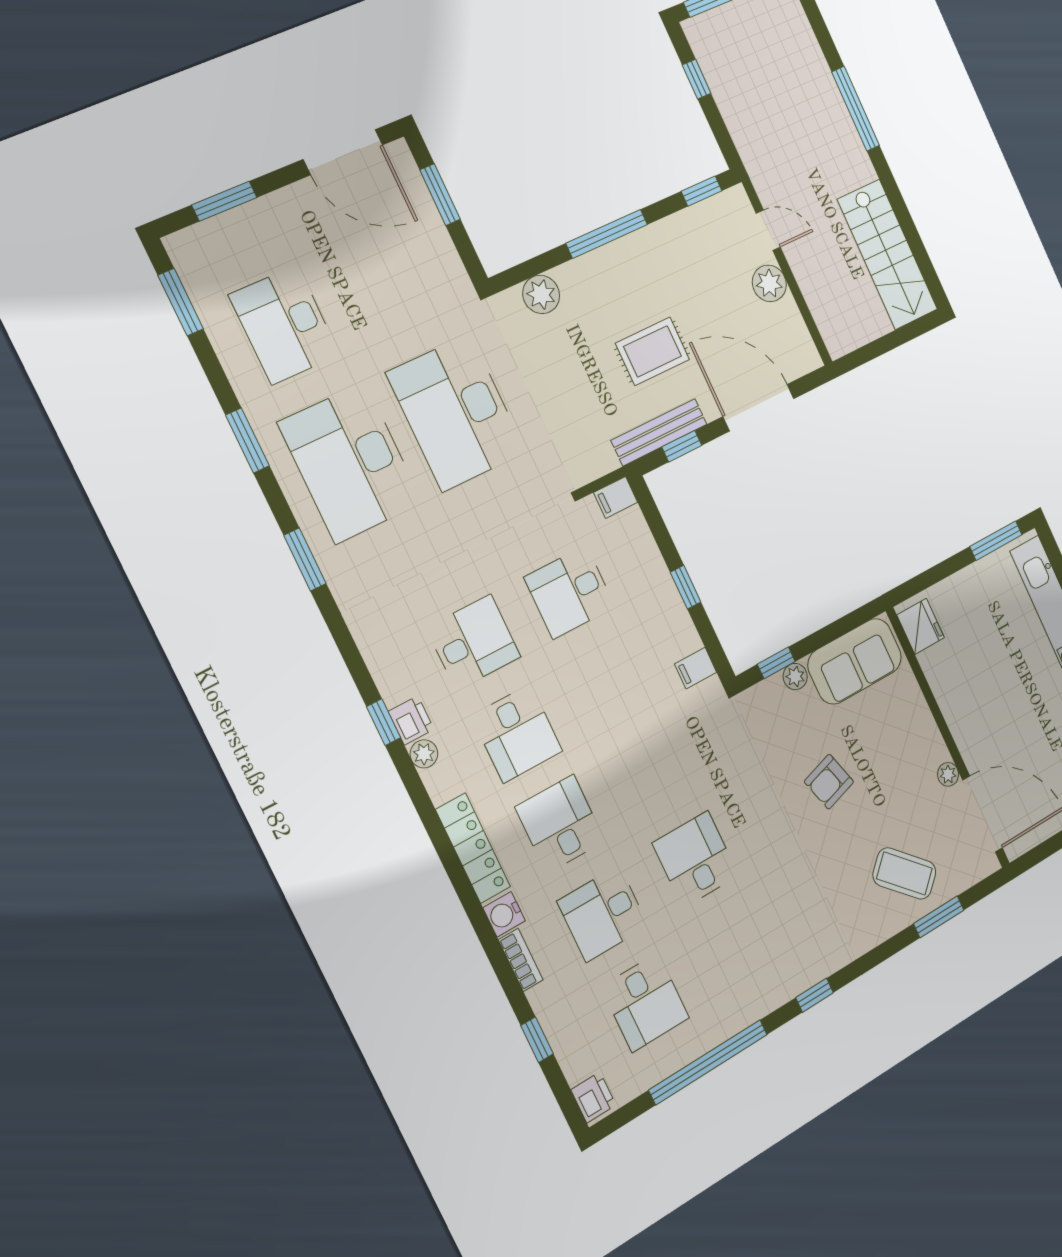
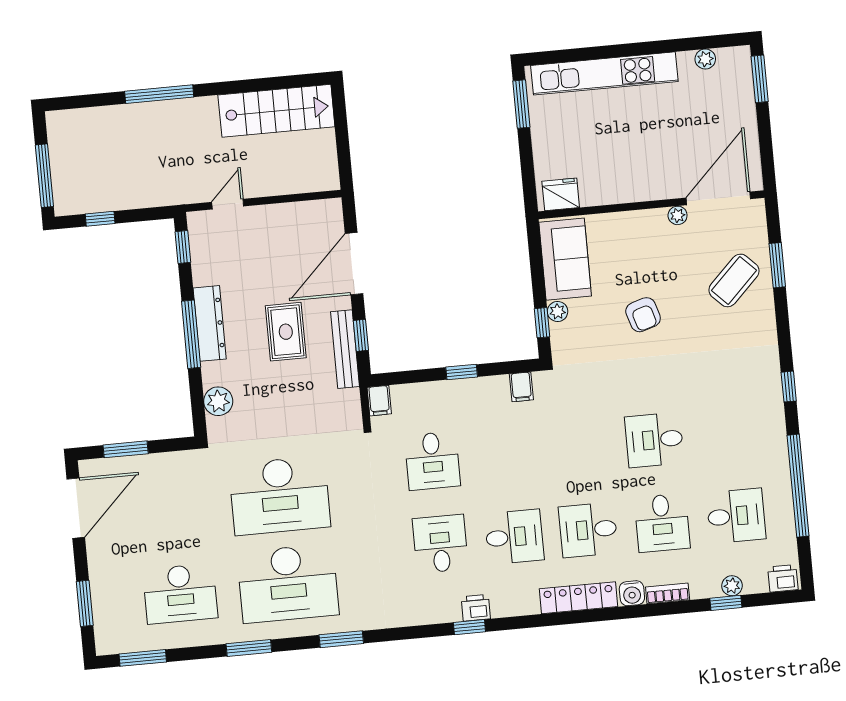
dresser: (628, 253) -> (210, 323), added
plant: (769, 283) -> (267, 219), removed
plant: (424, 754) -> (732, 586), moved

